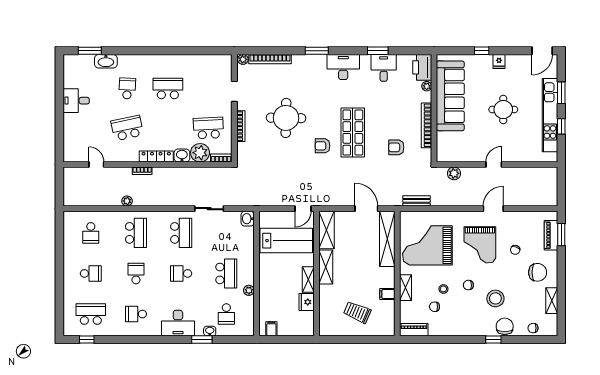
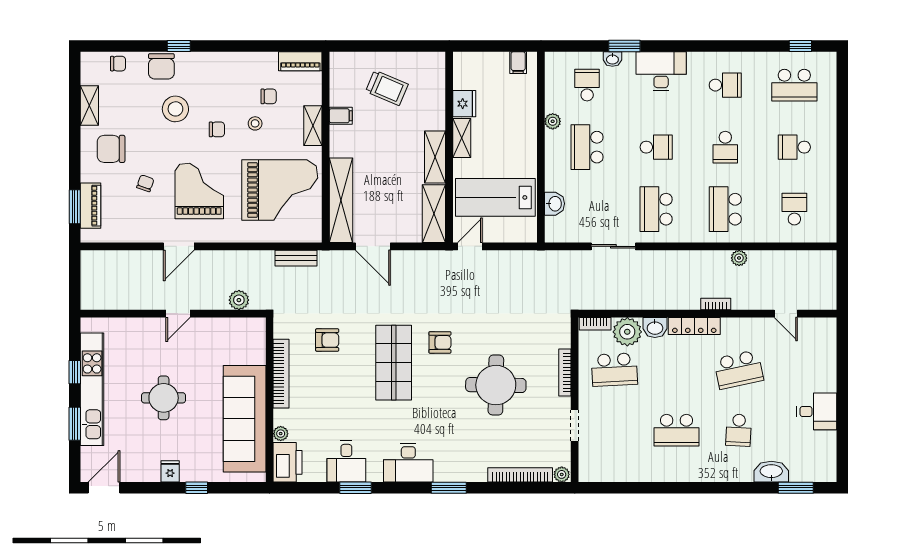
washbasin: (248, 219) -> (555, 204), moved

